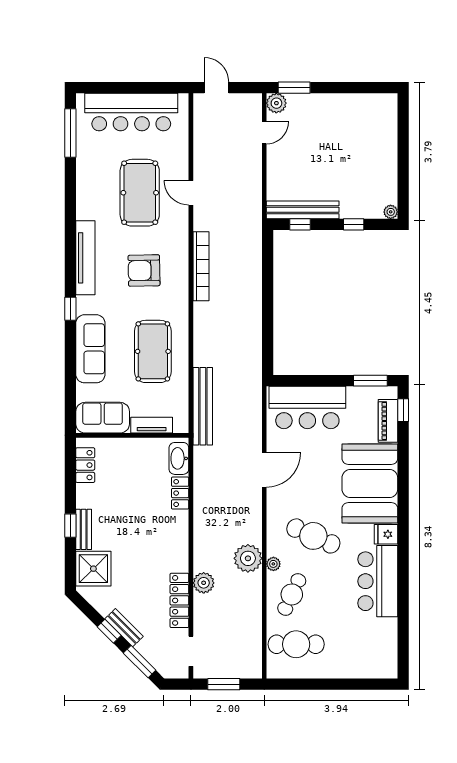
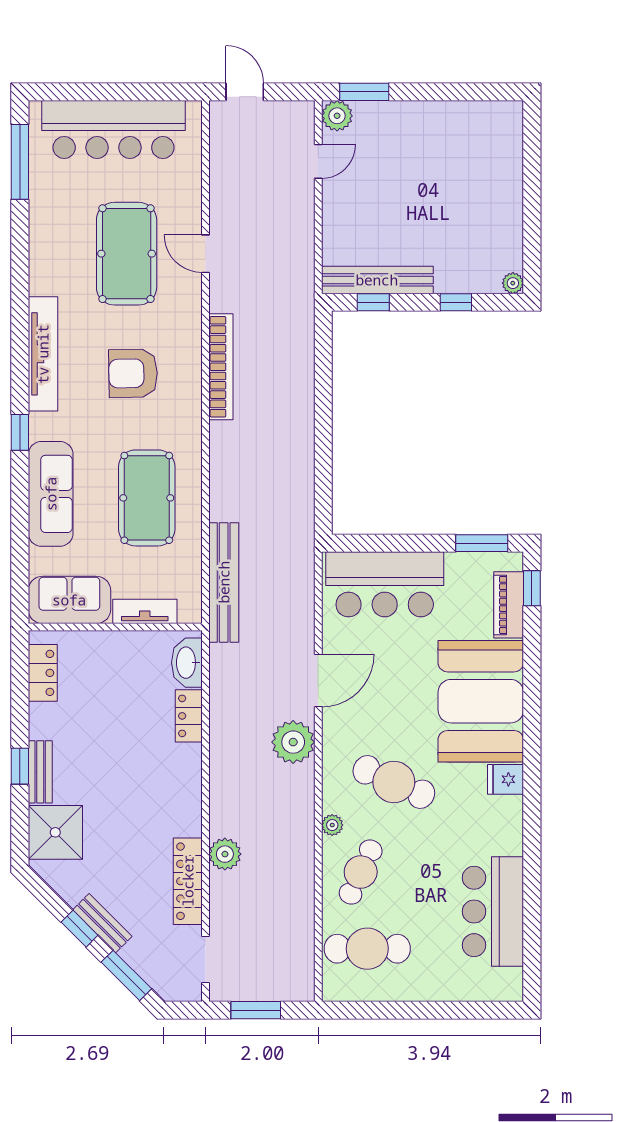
plant: (248, 558) -> (293, 742), moved
bar counter: (378, 581) -> (493, 911), moved

